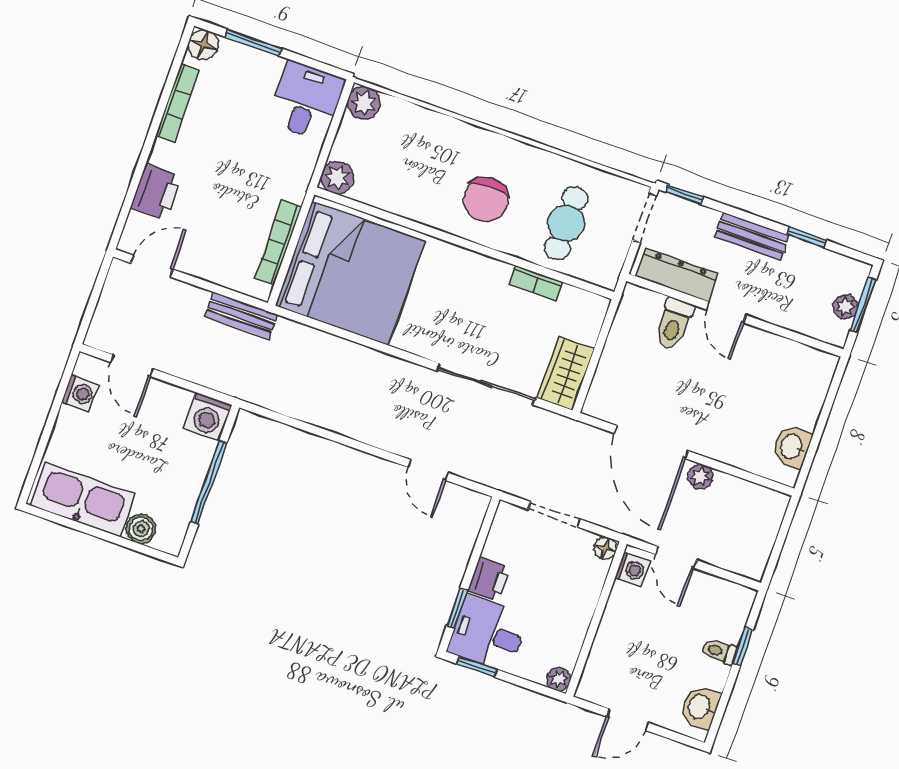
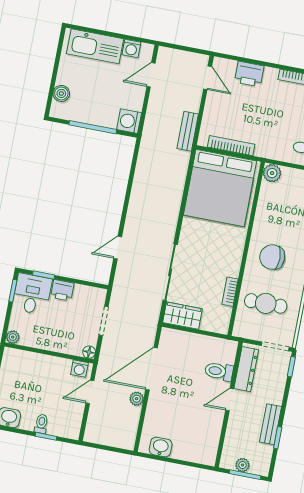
bench: (752, 236) -> (271, 424), moved
kitchen sink: (83, 500) -> (95, 46), moved, turned 90

